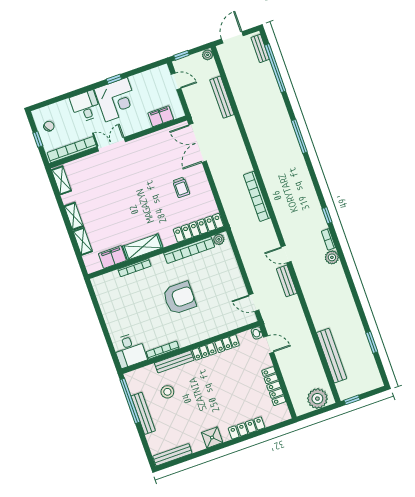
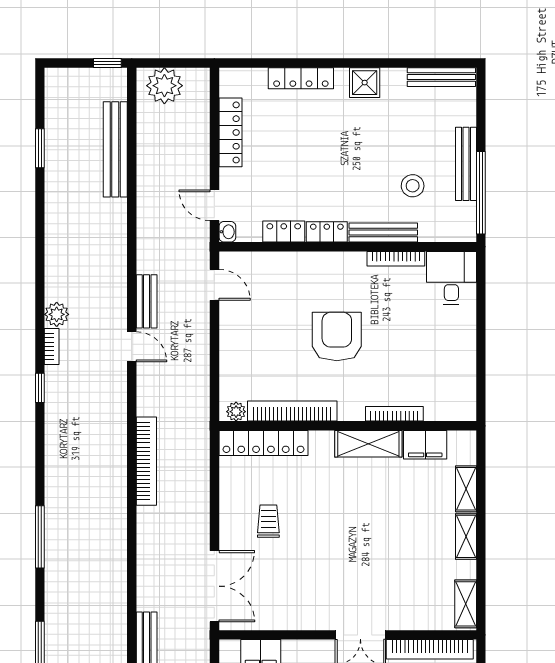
armchair: (179, 298) -> (337, 337), turned 90

